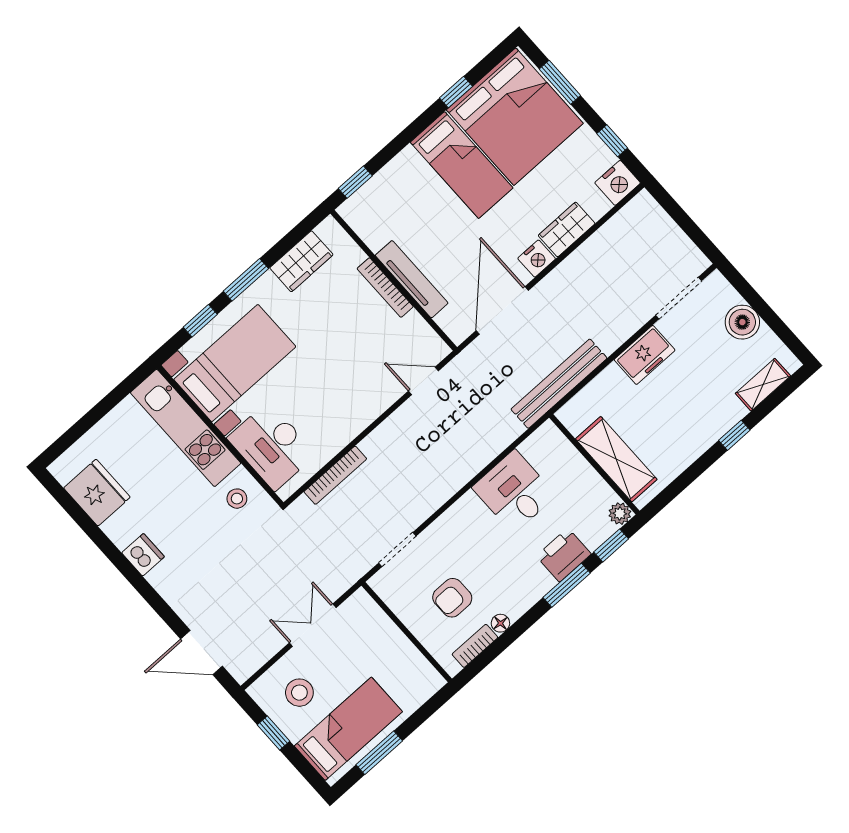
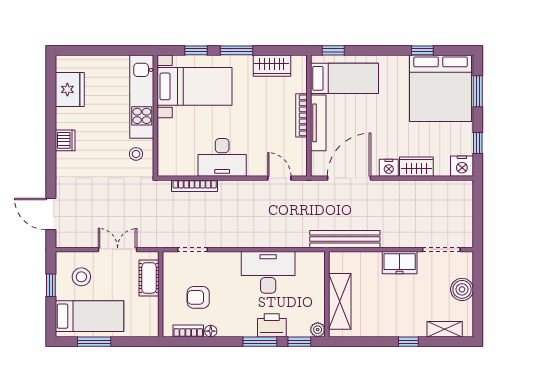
bed: (462, 165) -> (345, 78), moved, turned -90
desk: (272, 446) -> (222, 157), moved, turned -90
desk: (514, 491) -> (268, 272), width x1.37
cot: (377, 626) -> (149, 278), added

